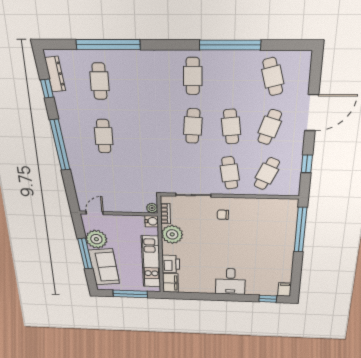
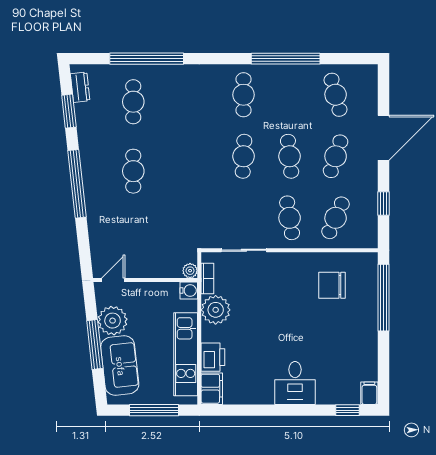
dresser: (55, 74) -> (80, 87), width x0.70
window: (47, 89) -> (69, 111), width x1.50
chair: (223, 215) -> (332, 285), moved, width x1.87, depth x1.87

